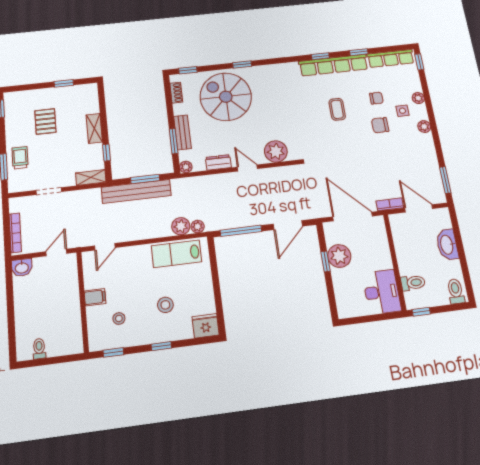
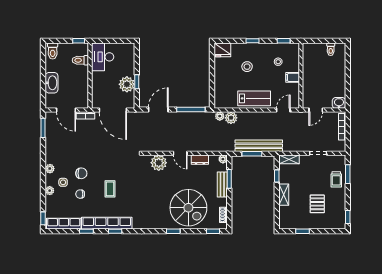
lab bench: (176, 254) -> (254, 98), moved

